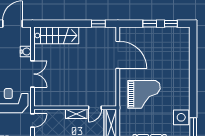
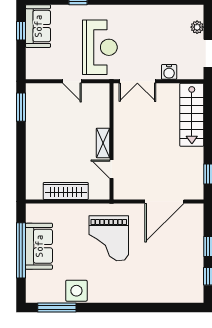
wall: (75, 108) -> (112, 141), moved
door: (95, 108) -> (112, 169), moved
shelving: (76, 114) -> (103, 143), moved

